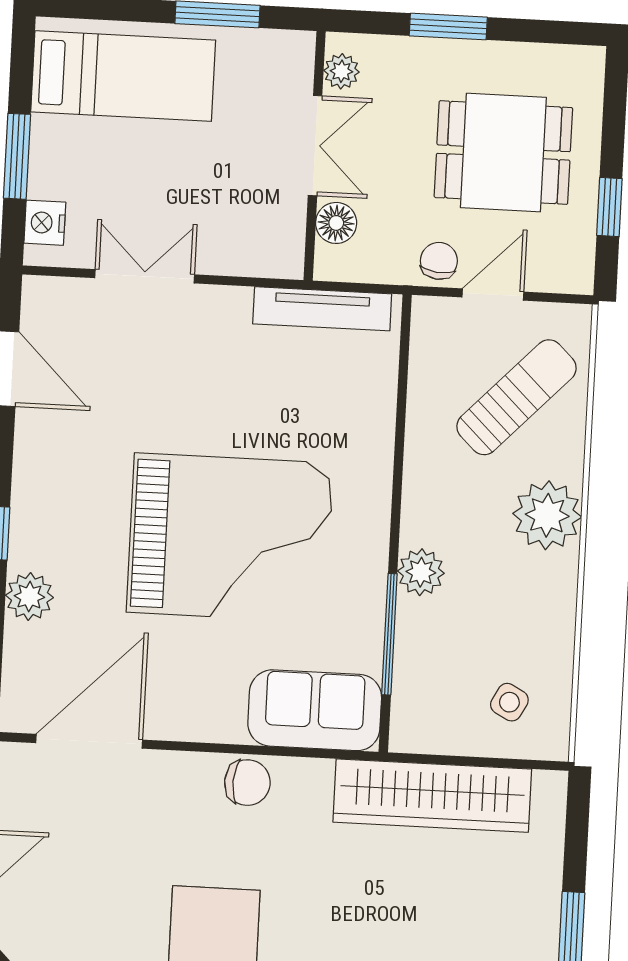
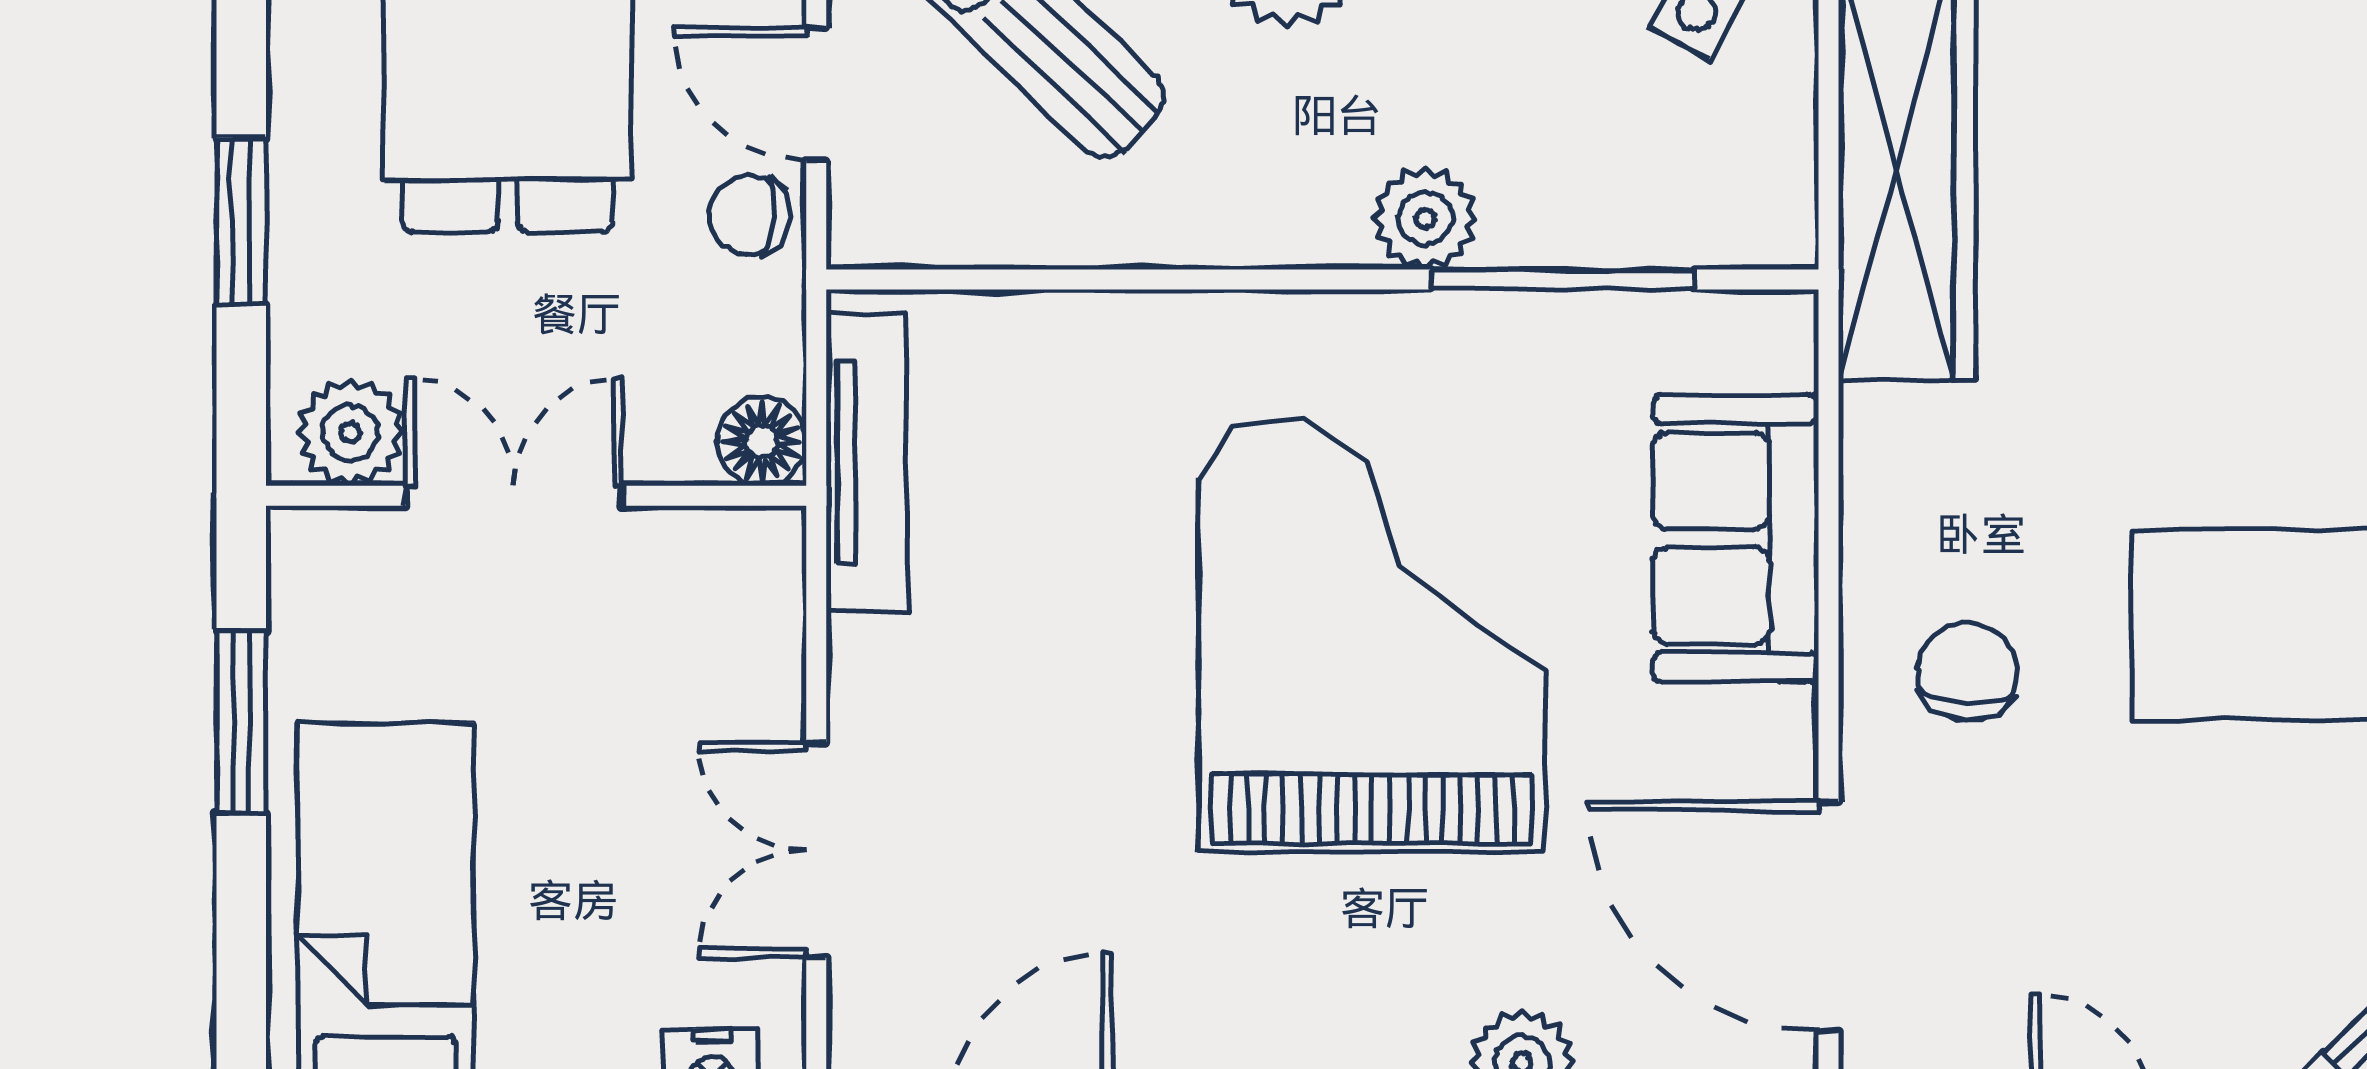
plant: (341, 71) -> (350, 433), width x1.38, depth x1.38
floor lamp: (336, 223) -> (762, 441), moved
sofa: (315, 710) -> (1736, 538), moved
chair: (247, 783) -> (1968, 672), moved

